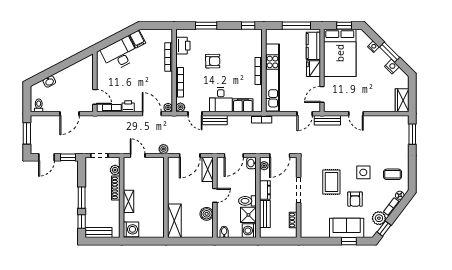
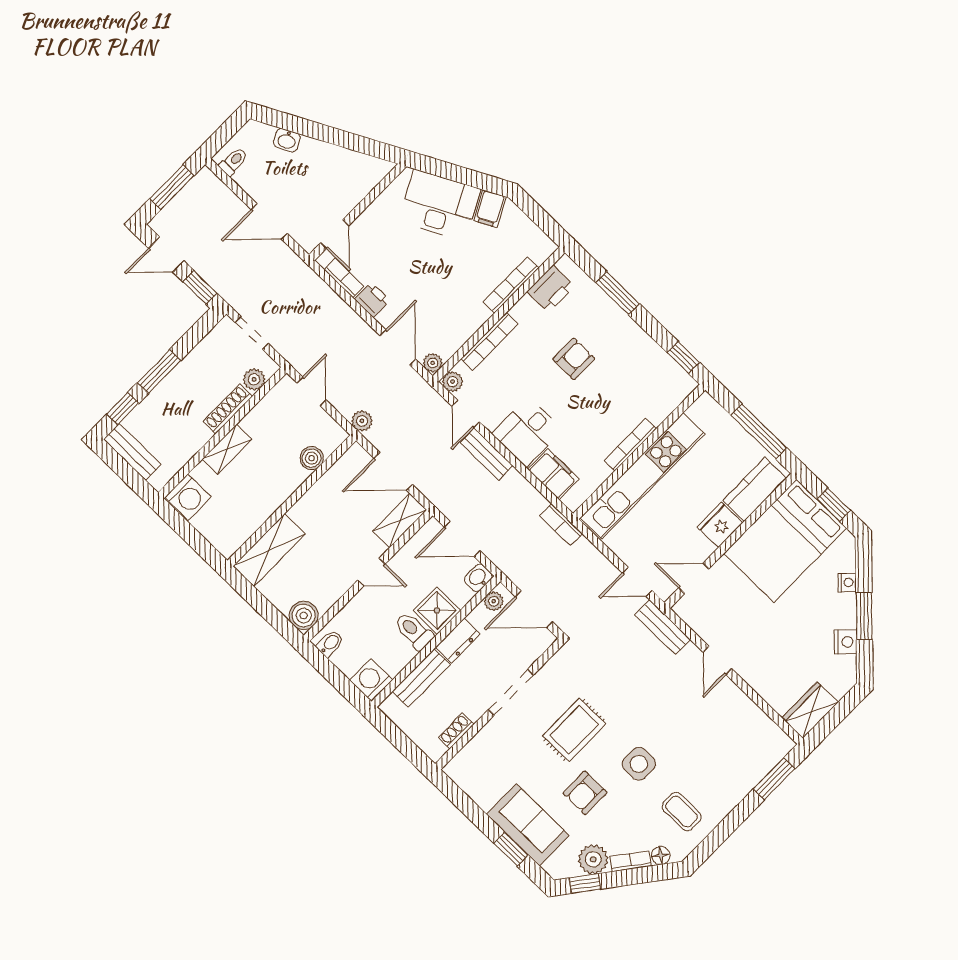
armchair: (213, 61) -> (574, 359), turned -89
boiler: (159, 177) -> (312, 458), added
boiler: (207, 214) -> (304, 615), moved
shower: (248, 215) -> (437, 610), moved

